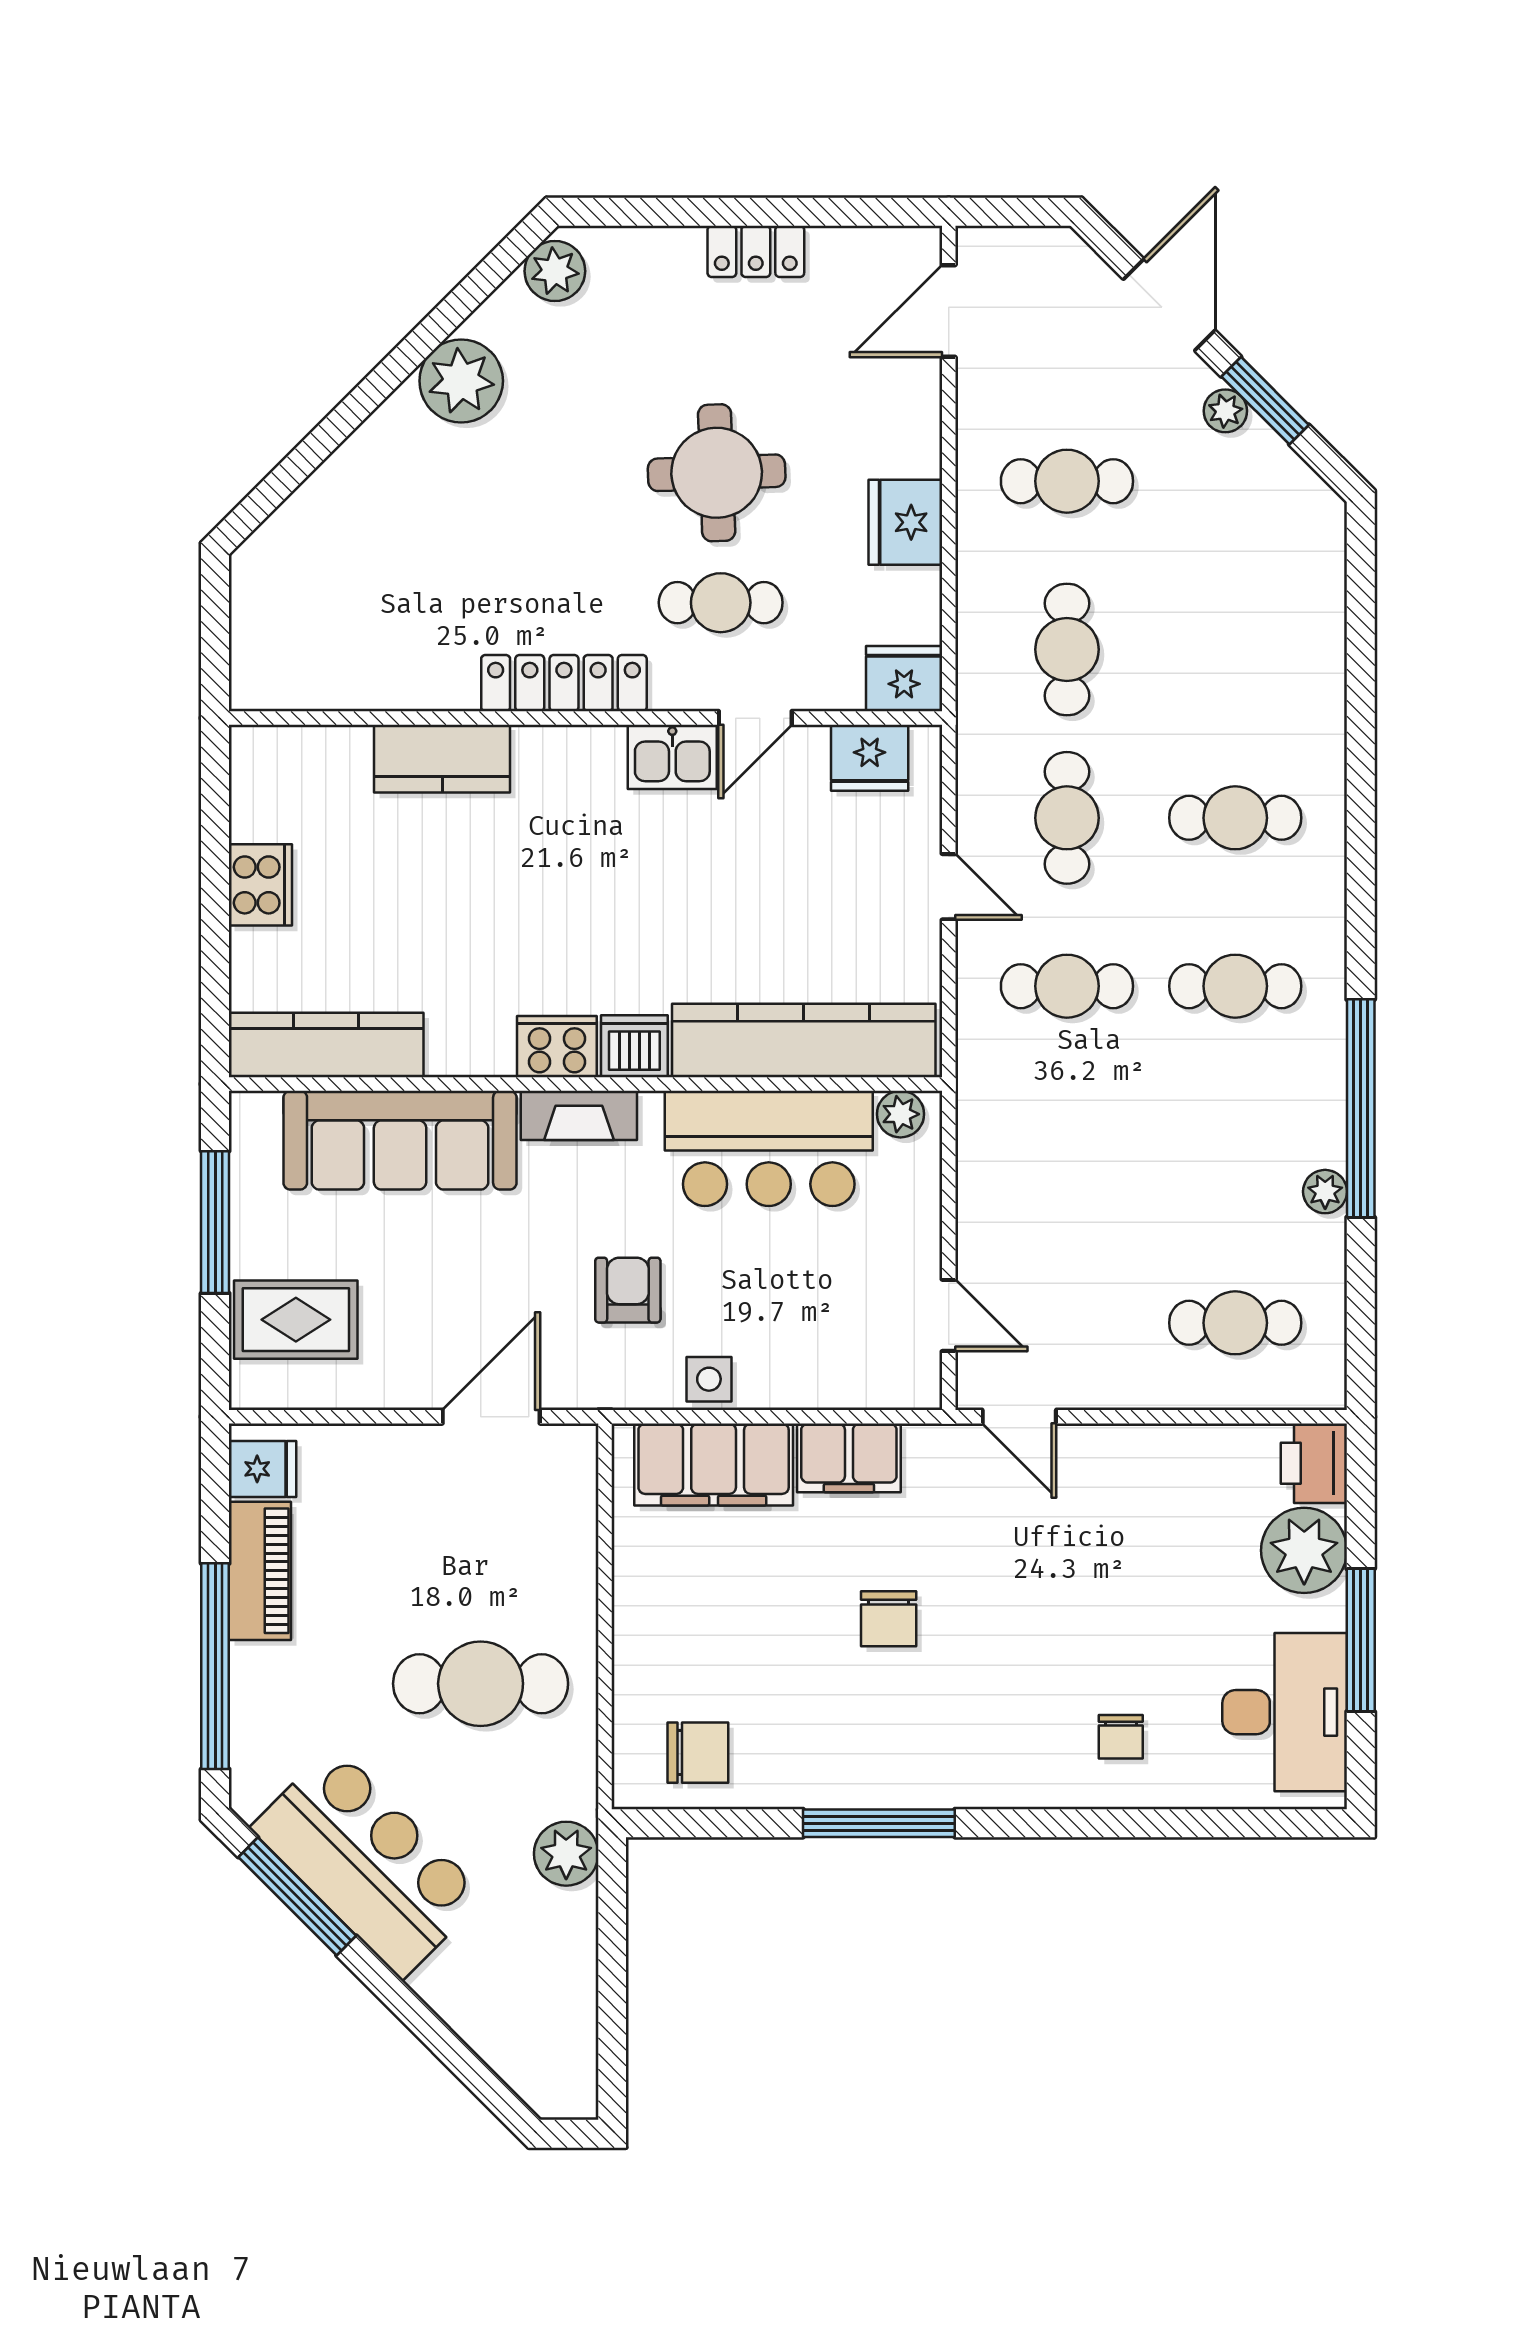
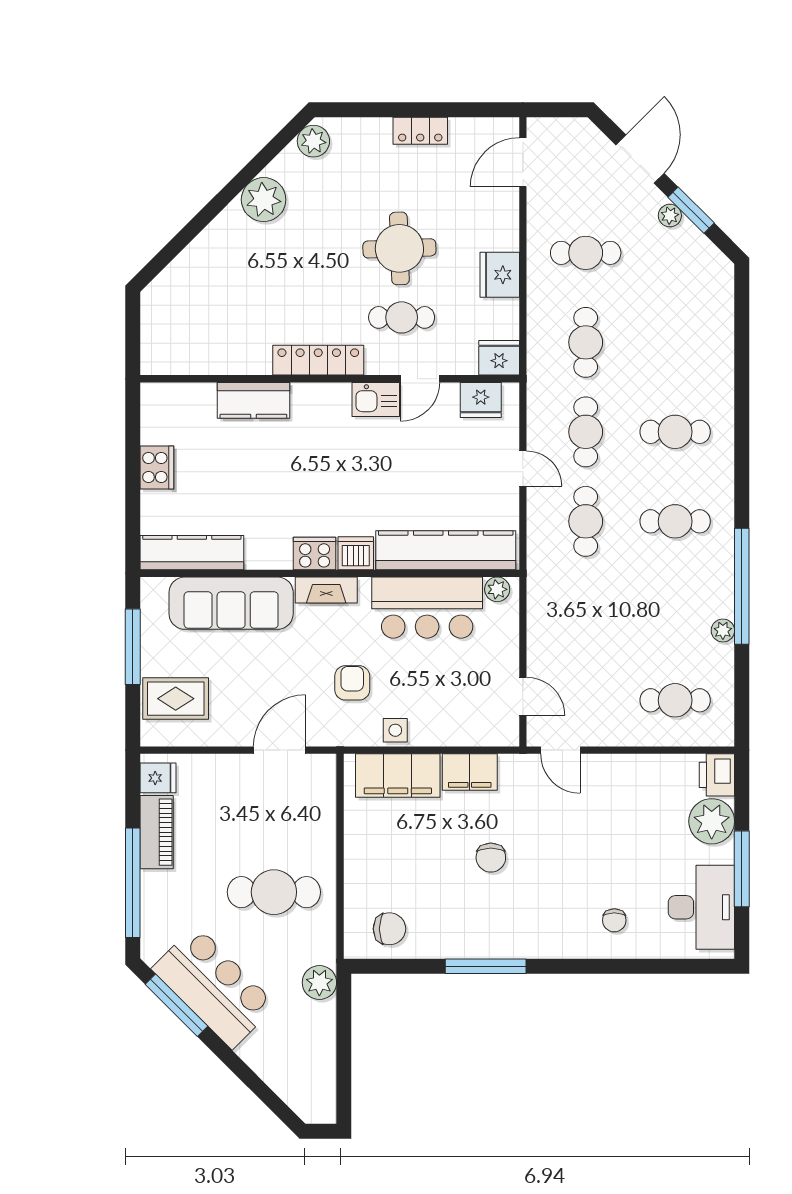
cafe table: (1067, 986) -> (586, 521), turned 90

